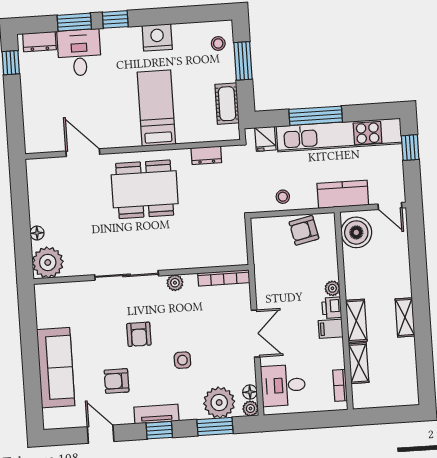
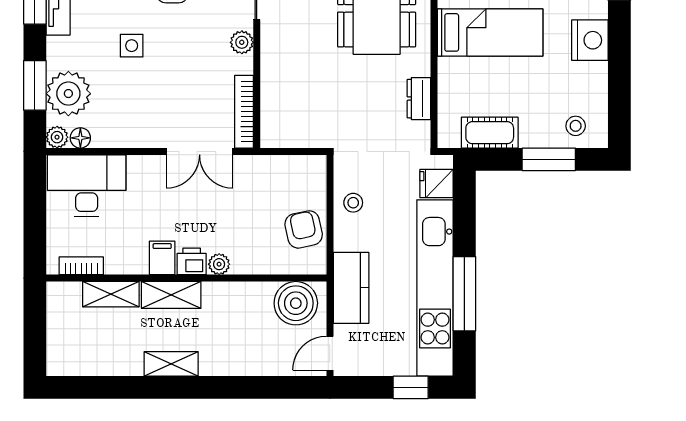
window: (316, 116) -> (464, 294), moved
double door: (256, 334) -> (200, 151), moved
desk: (283, 385) -> (87, 186), width x1.37

